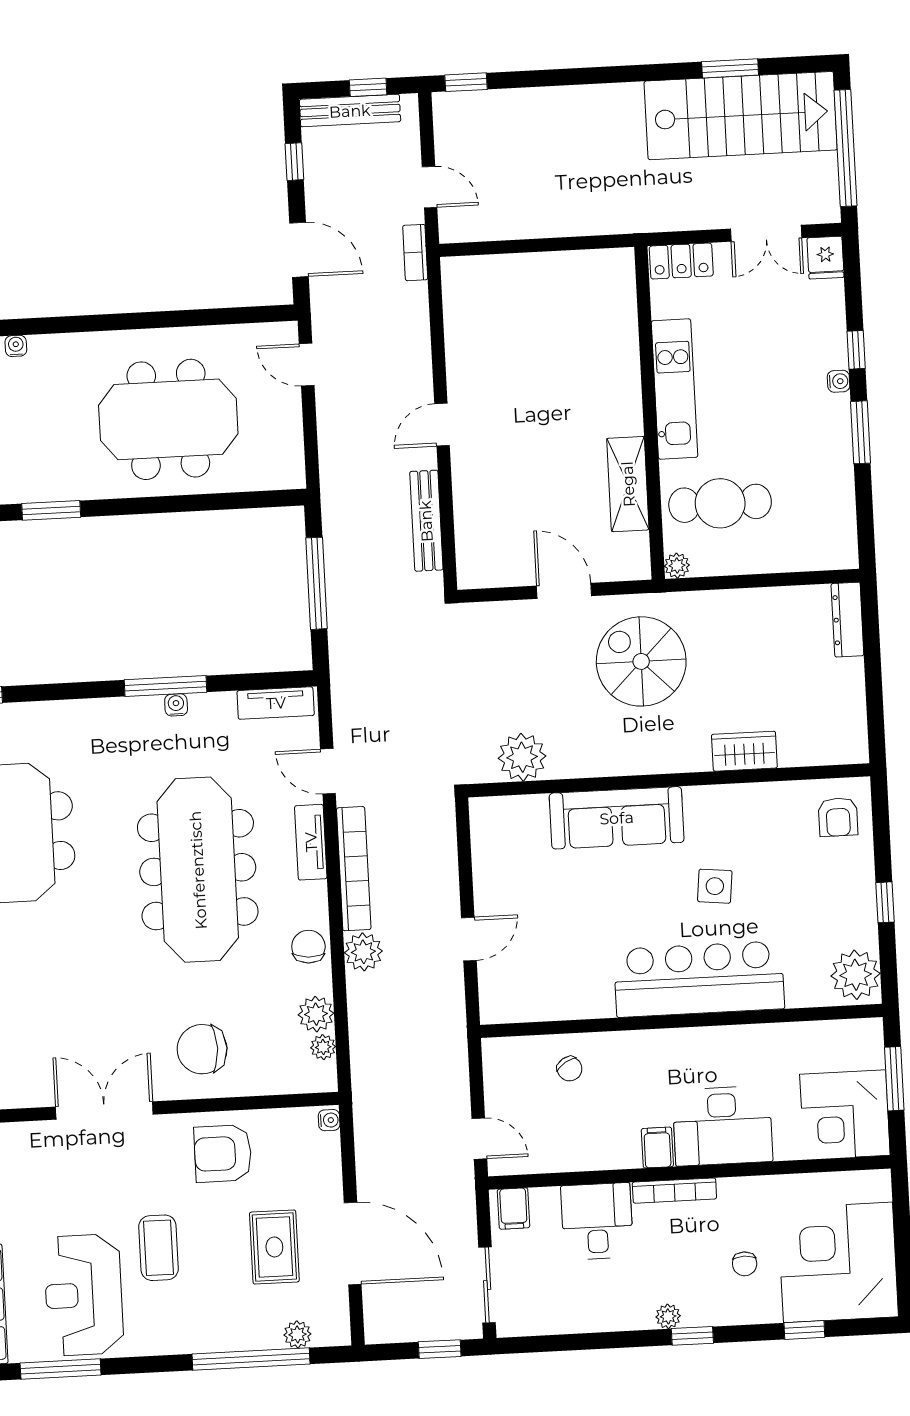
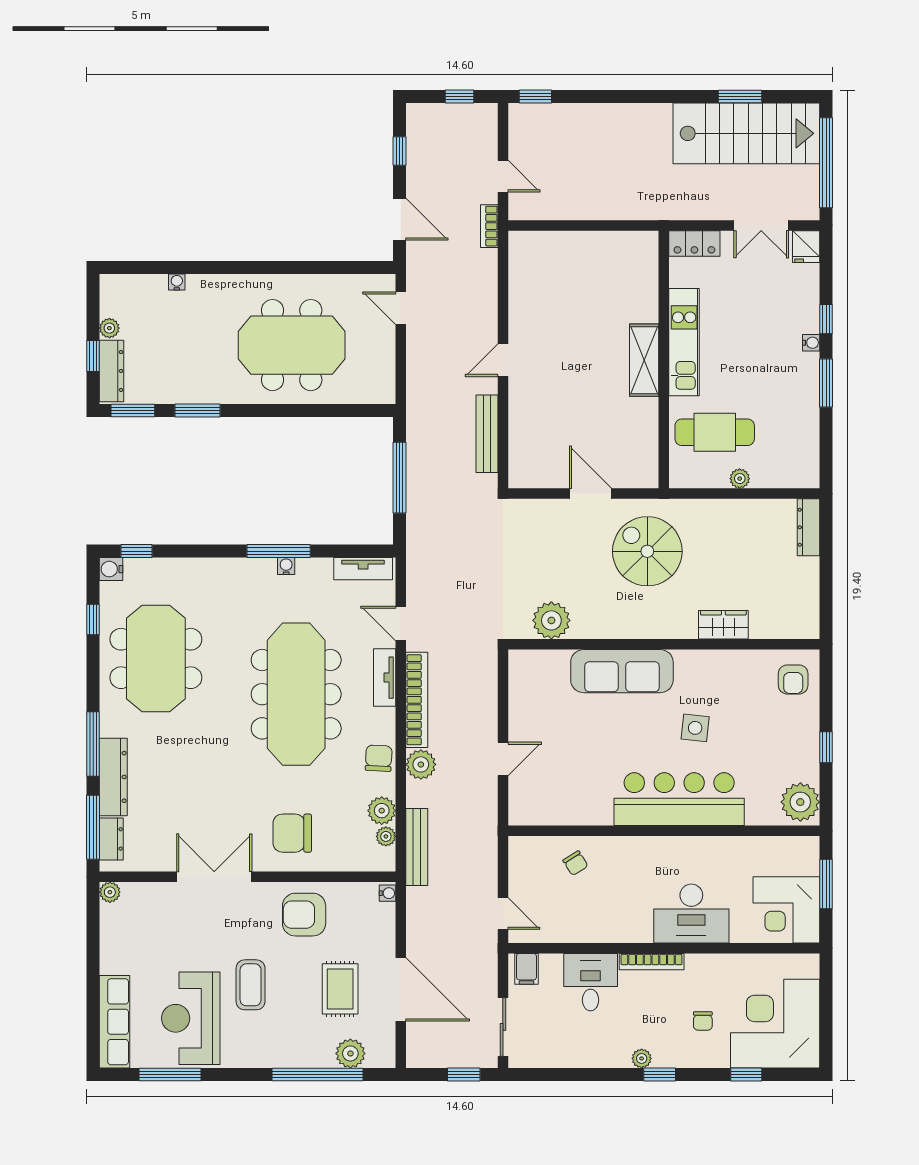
bench: (350, 111) -> (417, 847), moved, turned 90
shelving: (628, 484) -> (644, 360), moved
plant: (677, 566) -> (740, 479), moved
filing cabinet: (657, 1148) -> (640, 928), removed
plant: (297, 1334) -> (350, 1053), width x1.38, depth x1.38

